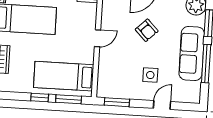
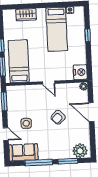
sofa: (192, 53) -> (23, 152), moved, width x0.73

